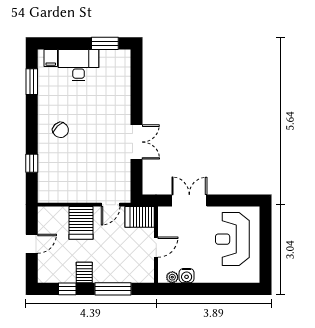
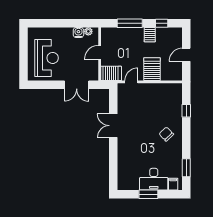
window: (105, 43) -> (148, 194), moved

